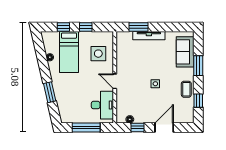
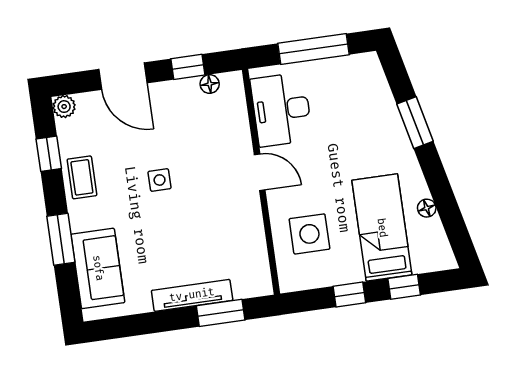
plant: (189, 119) -> (64, 107), added
door: (164, 127) -> (123, 76), hinge flipped

